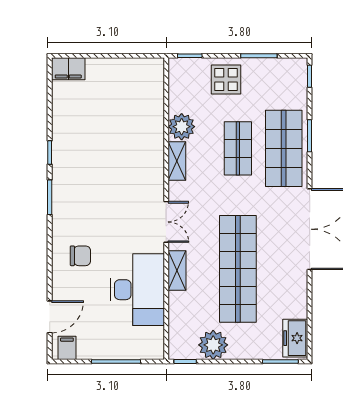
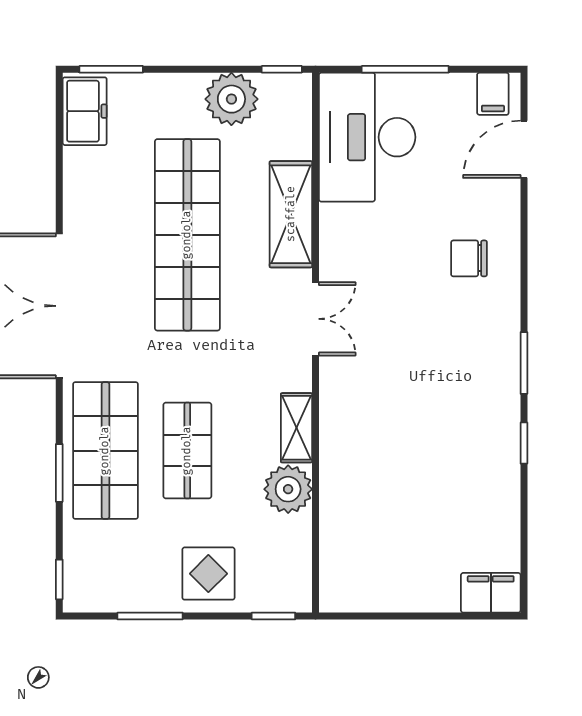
double door: (166, 222) -> (315, 319), swing flipped
shelving: (177, 271) -> (291, 214), width x1.50, depth x1.33
desk: (137, 290) -> (367, 137), moved

